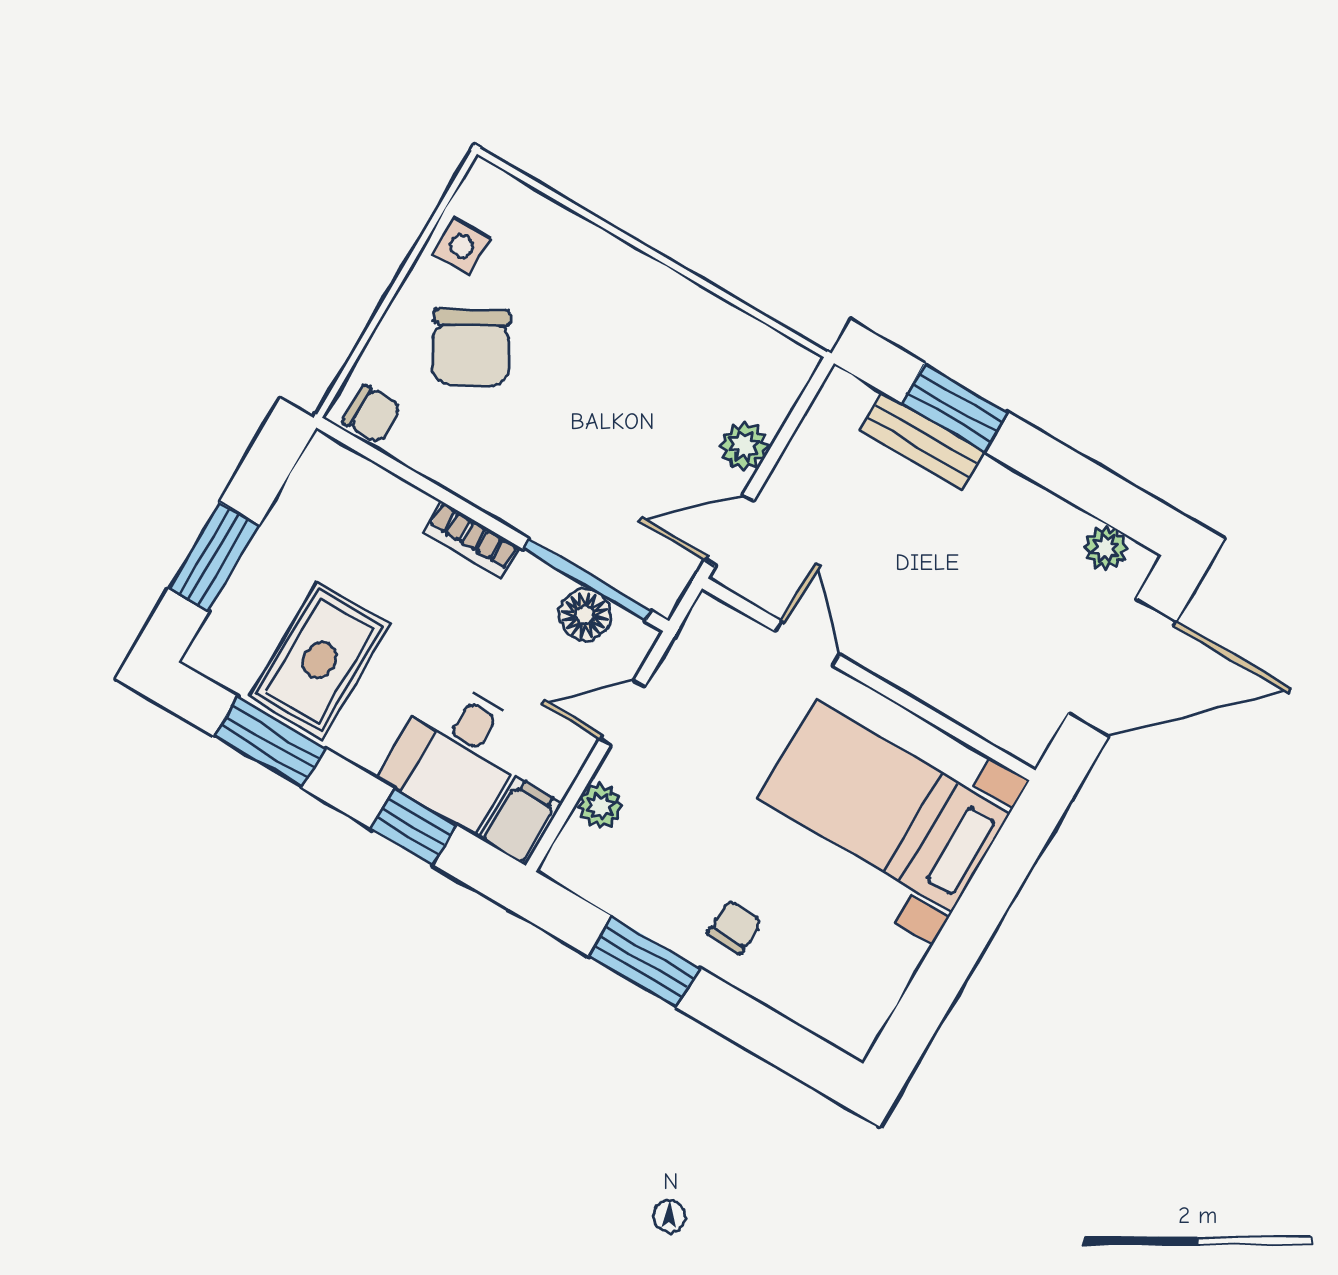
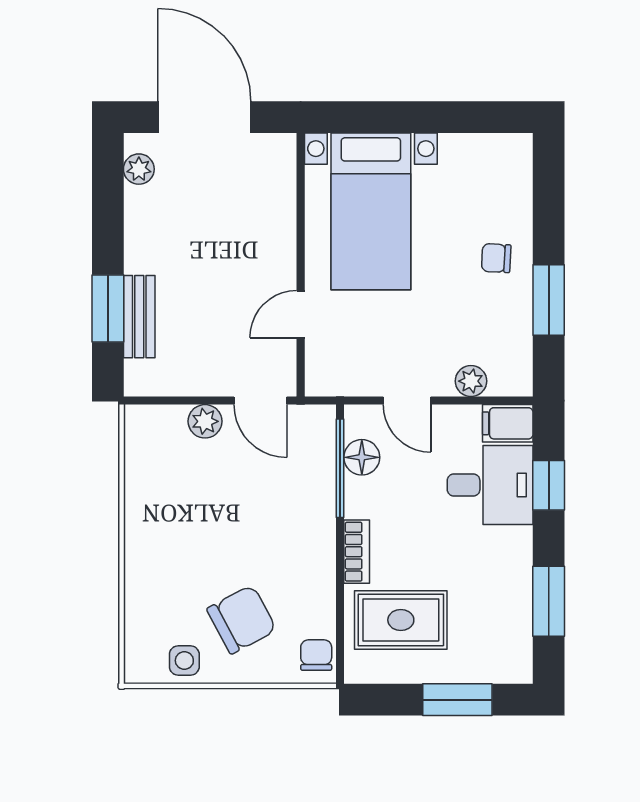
rug: (319, 660) -> (401, 620), moved

